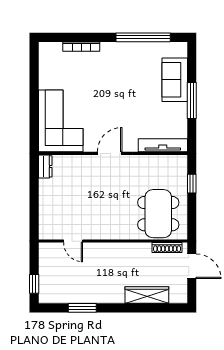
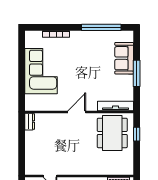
corner sofa: (61, 121) -> (41, 71), moved
dining table: (158, 214) -> (112, 133), moved

